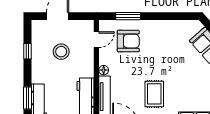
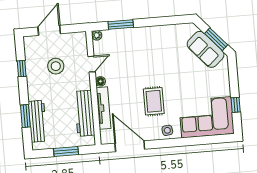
plant: (104, 25) -> (97, 35), added
door: (96, 40) -> (92, 64), moved
armchair: (128, 41) -> (123, 50), removed

